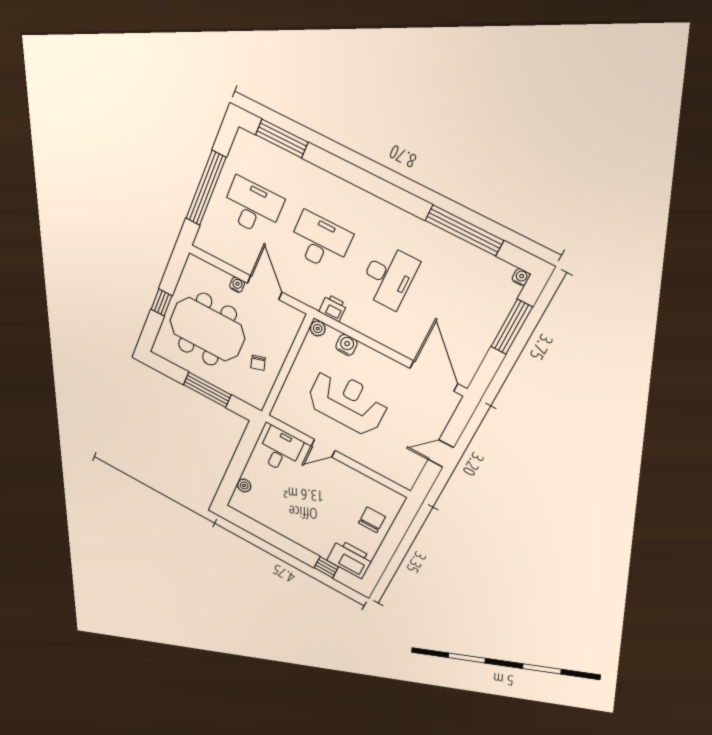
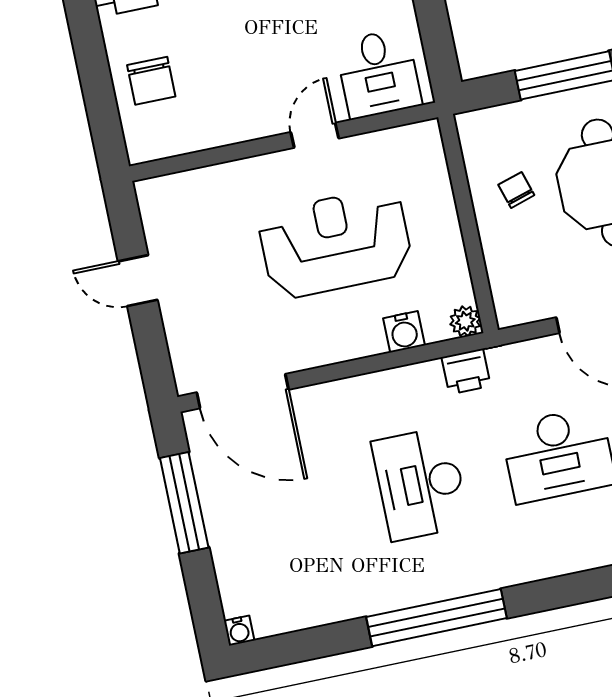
window: (464, 230) -> (437, 618), moved
window: (512, 327) -> (184, 503), moved
reception desk: (347, 402) -> (335, 243), turned 180
door: (441, 454) -> (138, 281), swing flipped

